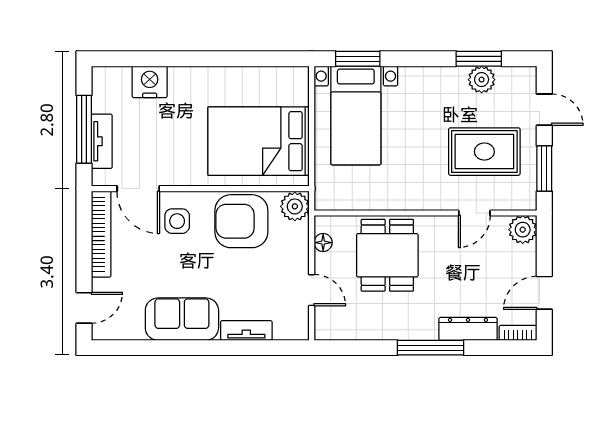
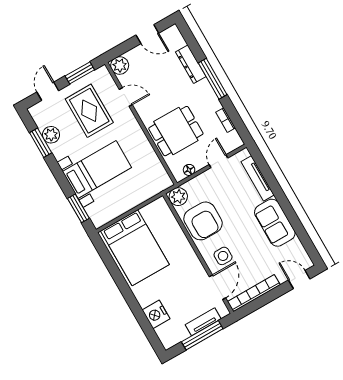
bed with nightstands: (356, 116) -> (97, 169), moved
bed: (259, 141) -> (135, 248), moved
tv unit: (246, 330) -> (258, 178), width x1.41
bookcase: (518, 333) -> (226, 120), moved

